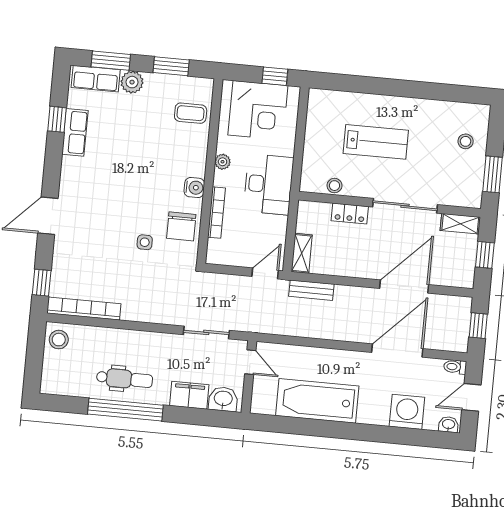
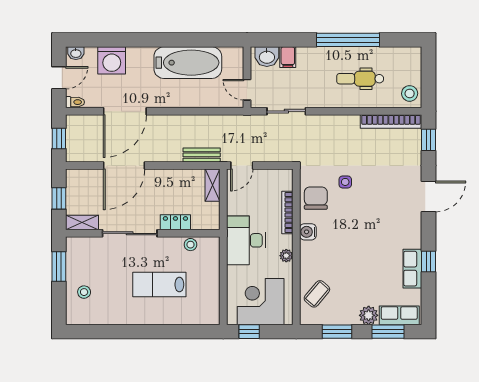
coffee table: (191, 113) -> (317, 294), turned -50
window: (57, 119) -> (428, 261), moved
dental chair: (124, 379) -> (360, 79), moved
filing cabinet: (189, 395) -> (288, 57), width x0.50

